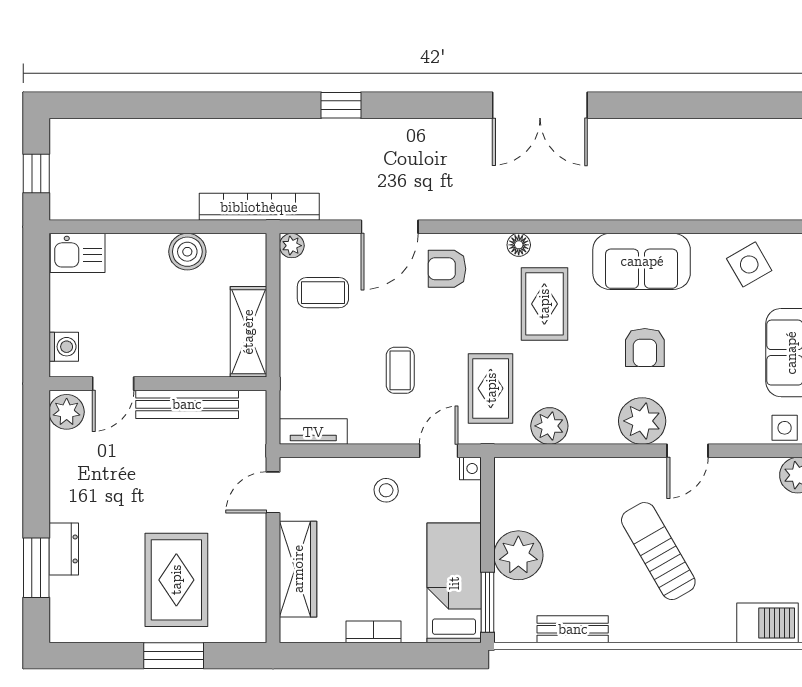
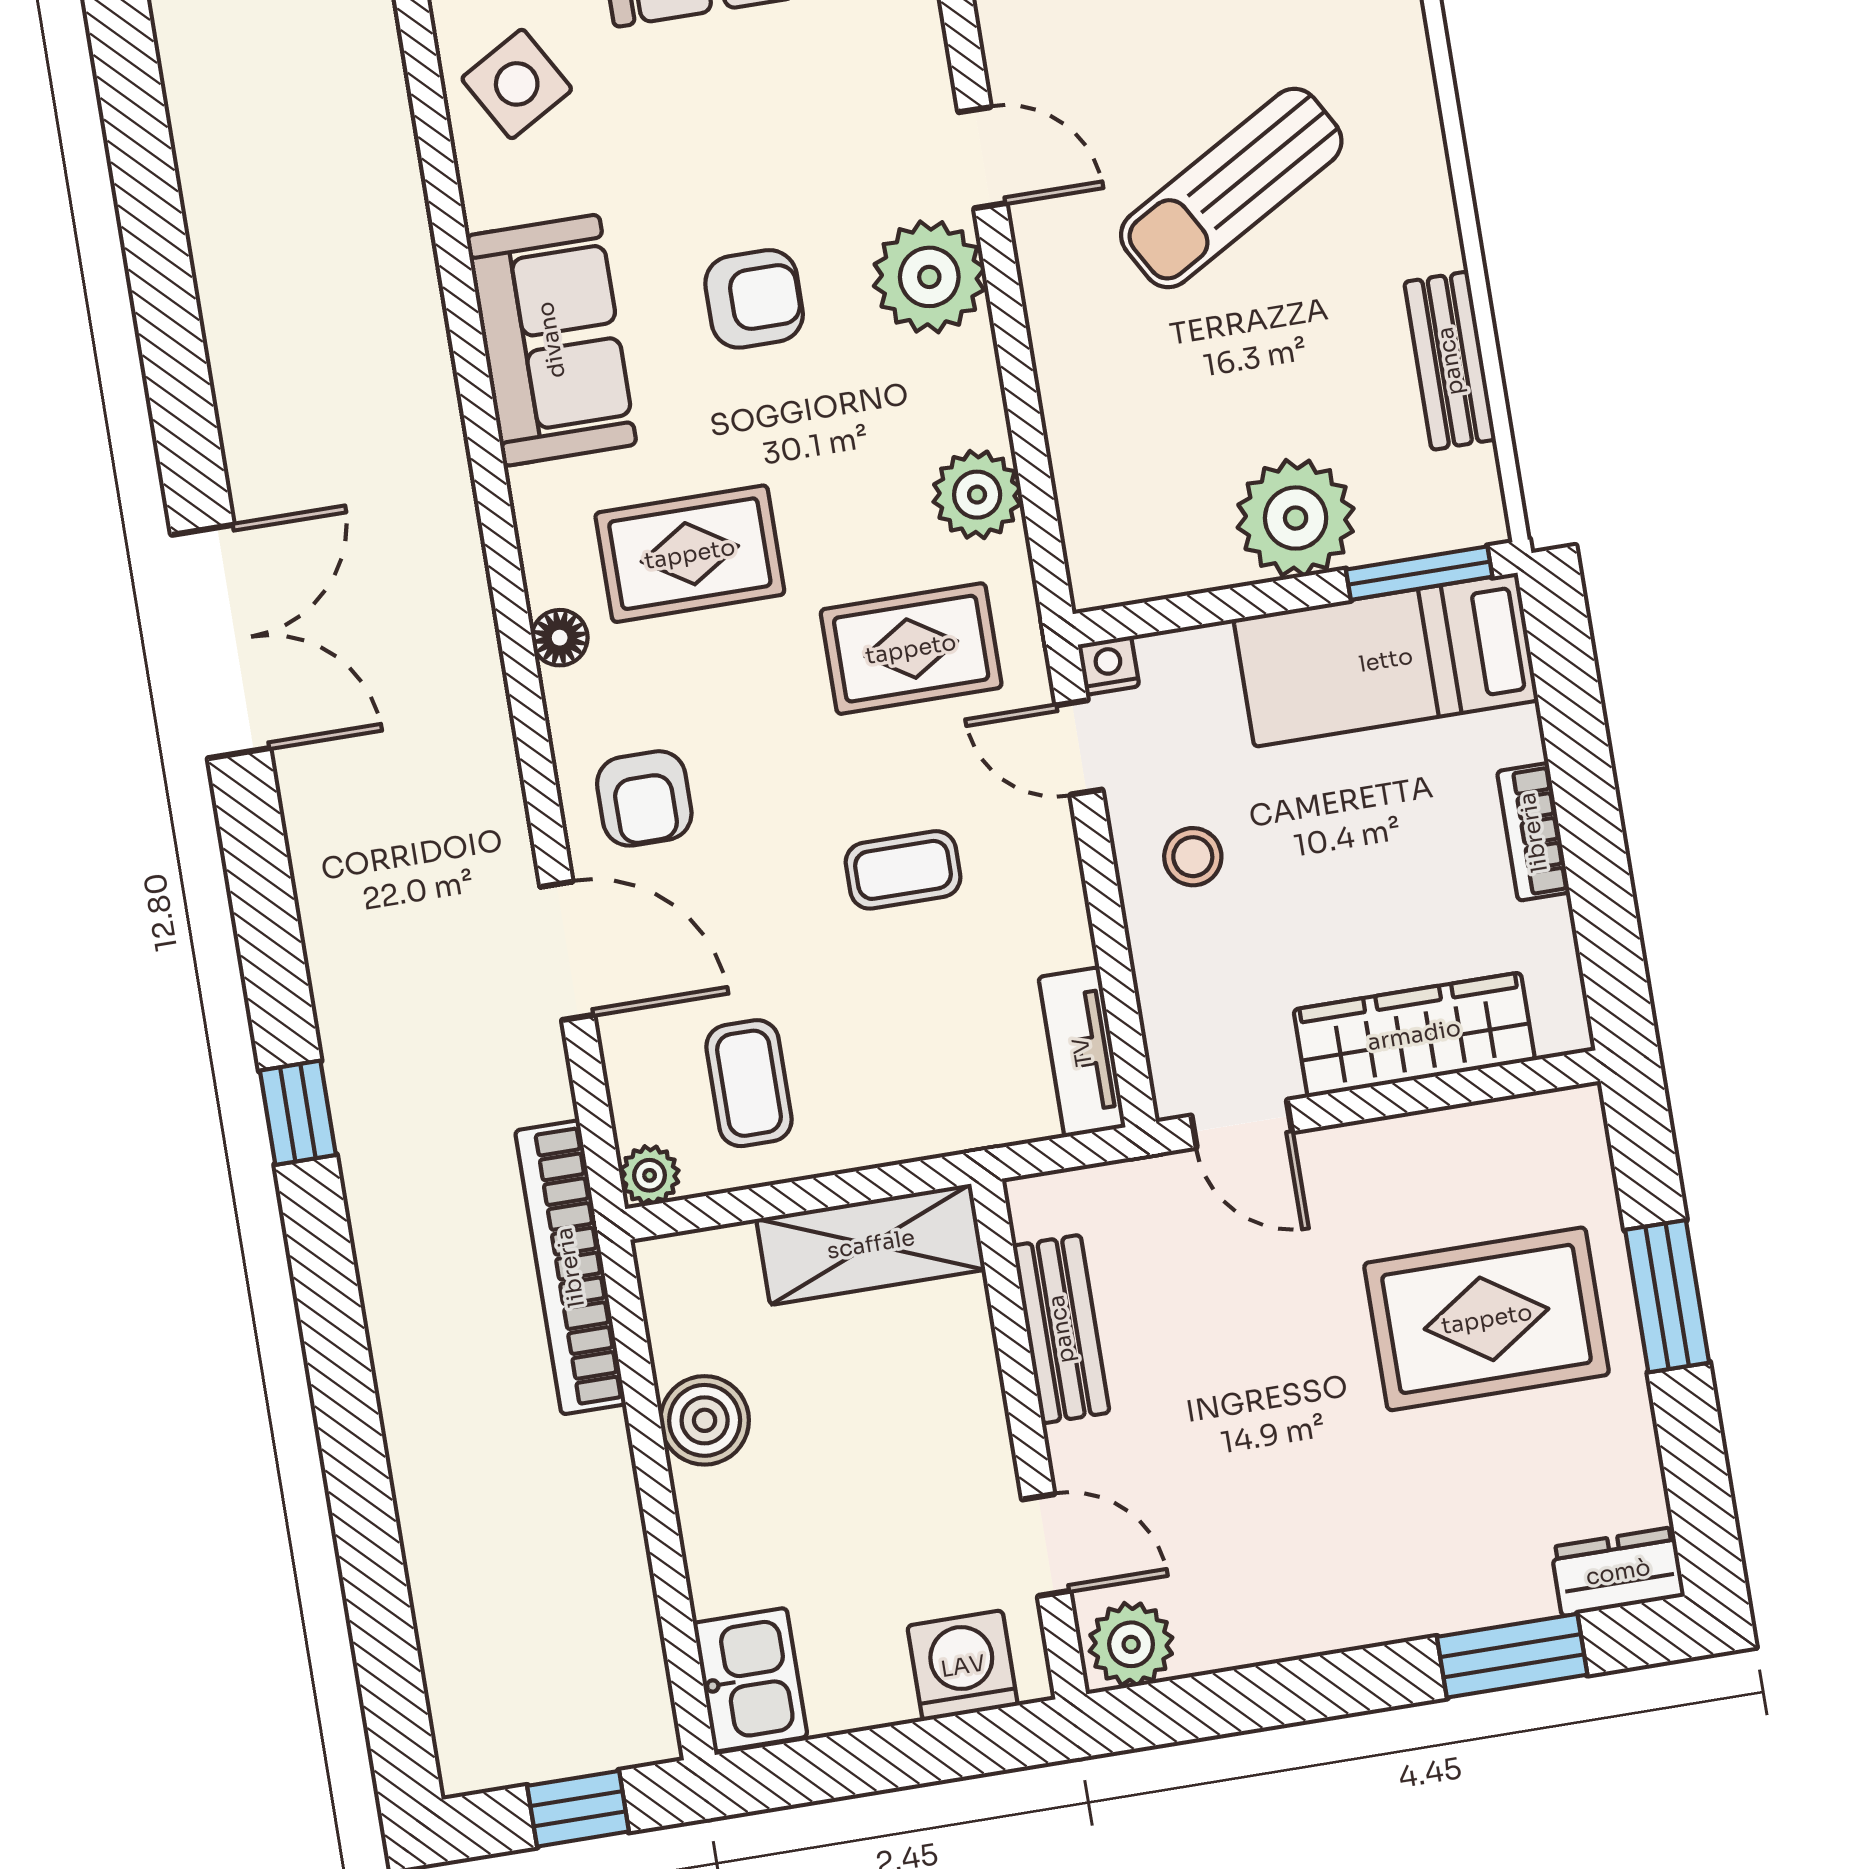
washing machine: (64, 347) -> (963, 1666), width x1.38, depth x1.38
bench: (187, 404) -> (1061, 1329), width x0.73
dresser: (64, 549) -> (1618, 1572), moved

